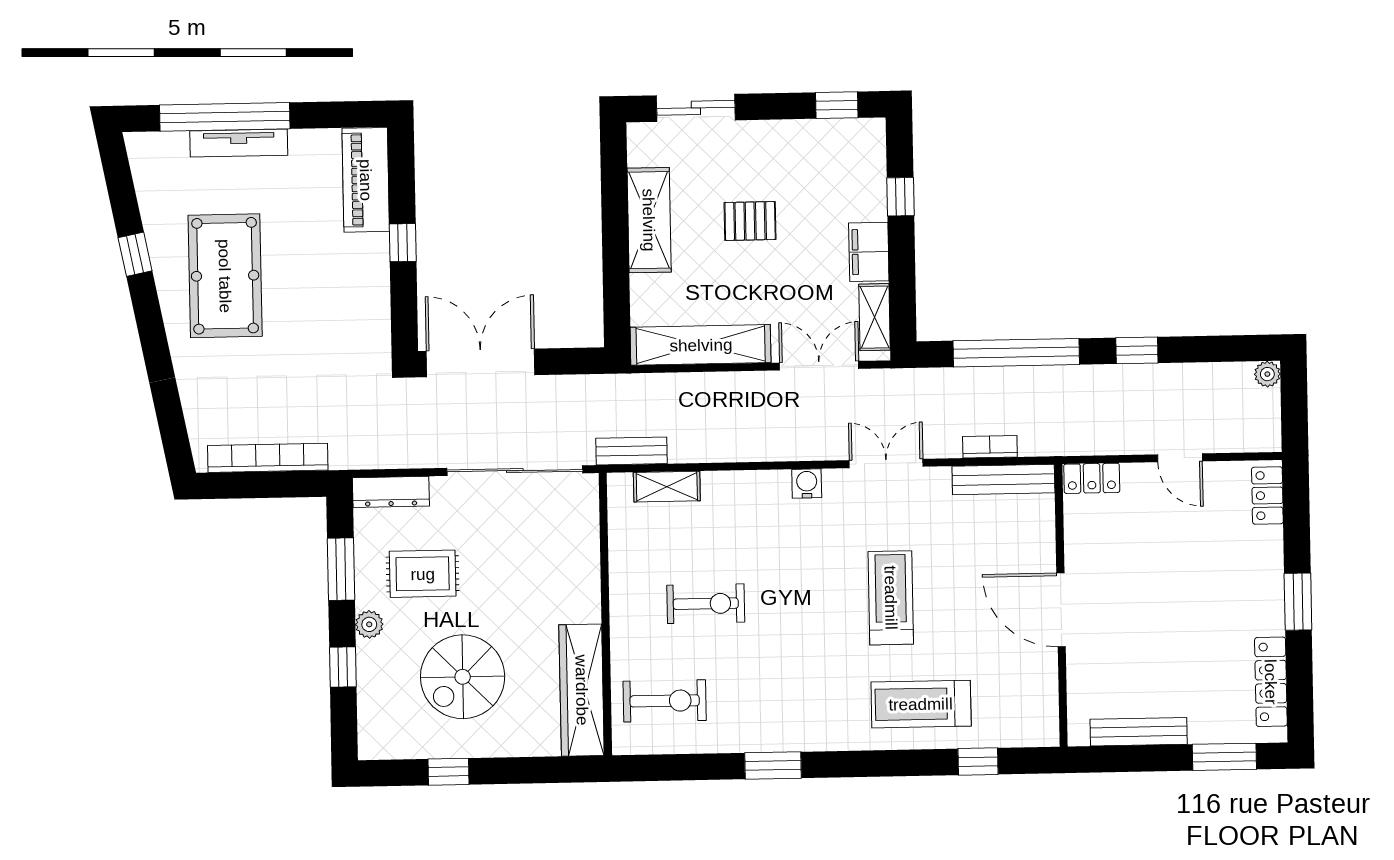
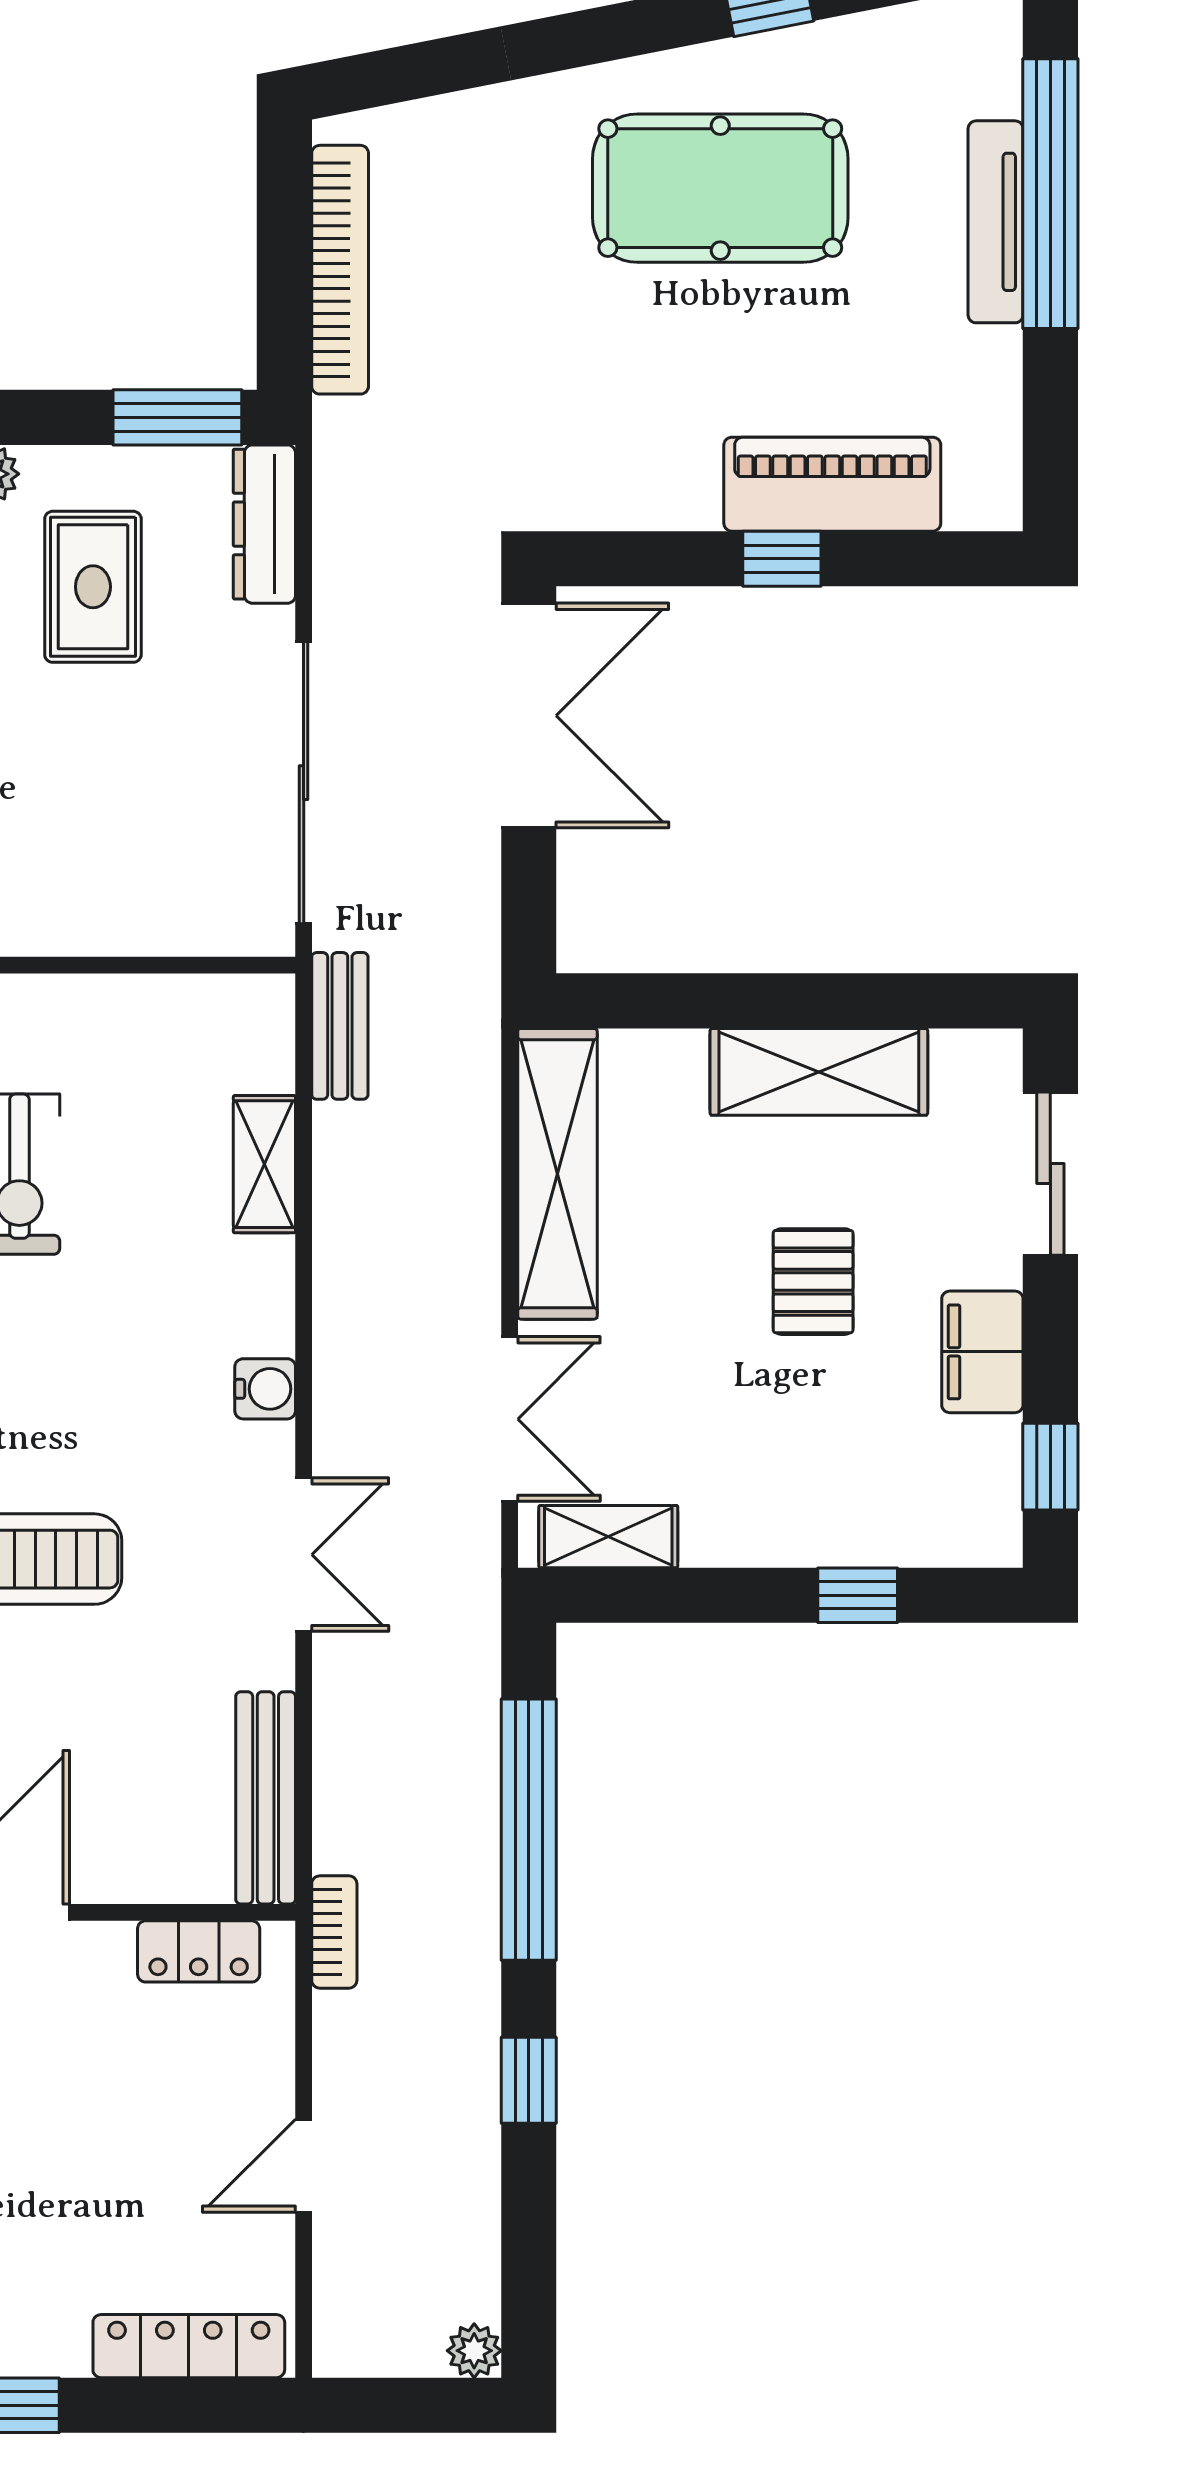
piano: (366, 180) -> (832, 484), moved
filing cabinet: (869, 252) -> (982, 1352), moved, turned -90
bookcase: (990, 447) -> (334, 1932), moved
locker: (1092, 478) -> (199, 1951), moved, turned -90
shelving: (667, 487) -> (264, 1164), moved
locker: (1267, 495) -> (189, 2346), width x1.53
window: (341, 569) -> (177, 417), moved

